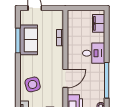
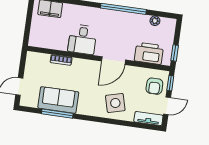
desk: (94, 53) -> (82, 39), moved, turned 180
door: (65, 78) -> (114, 61), swing flipped

